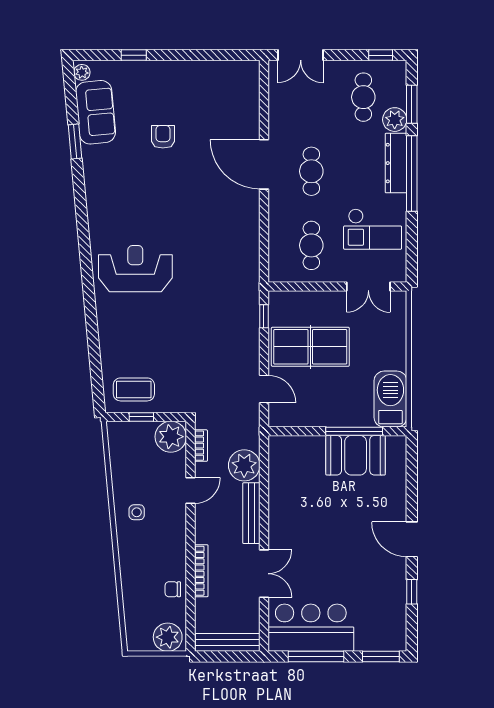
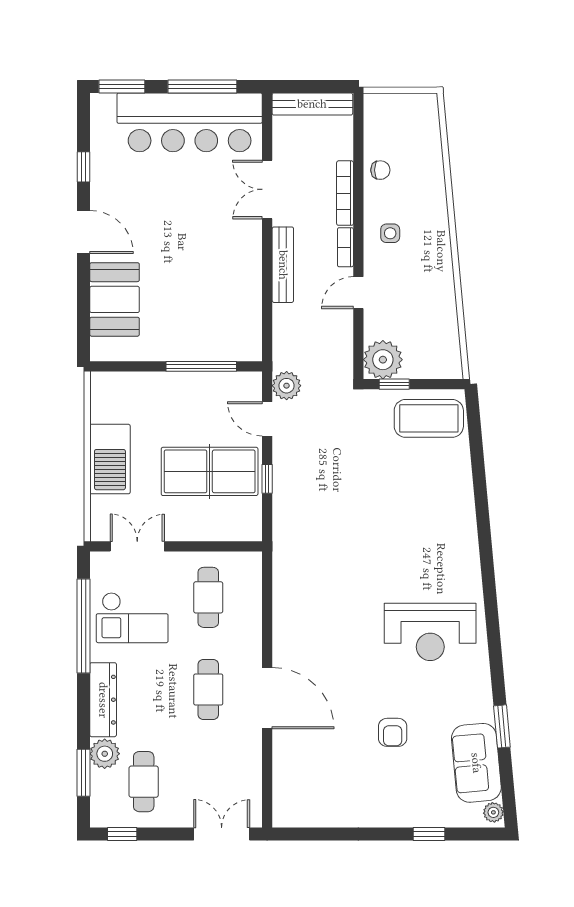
window: (412, 174) -> (83, 626), moved
checkout: (373, 229) -> (132, 618), turned 180
reception desk: (135, 269) -> (430, 632), moved
window: (264, 316) -> (267, 479), moved
coffee table: (134, 389) -> (429, 418), width x1.36, depth x1.32
barbecue: (390, 399) -> (110, 459), moved
window: (141, 417) -> (394, 384), moved
window: (354, 431) -> (201, 366), moved
bookcase: (201, 446) -> (345, 247), moved
booth: (356, 455) -> (115, 299), moved, turned 90
plant: (244, 465) -> (287, 386), moved, width x0.73, depth x0.73
side table: (137, 512) -> (390, 233), moved
bar counter: (311, 628) -> (190, 122), width x1.36
plant: (168, 637) -> (387, 111), removed

